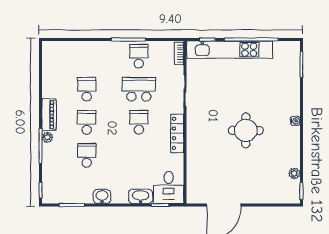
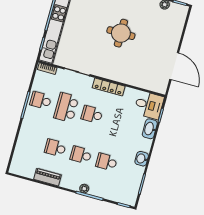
piano: (49, 115) -> (48, 177), moved

